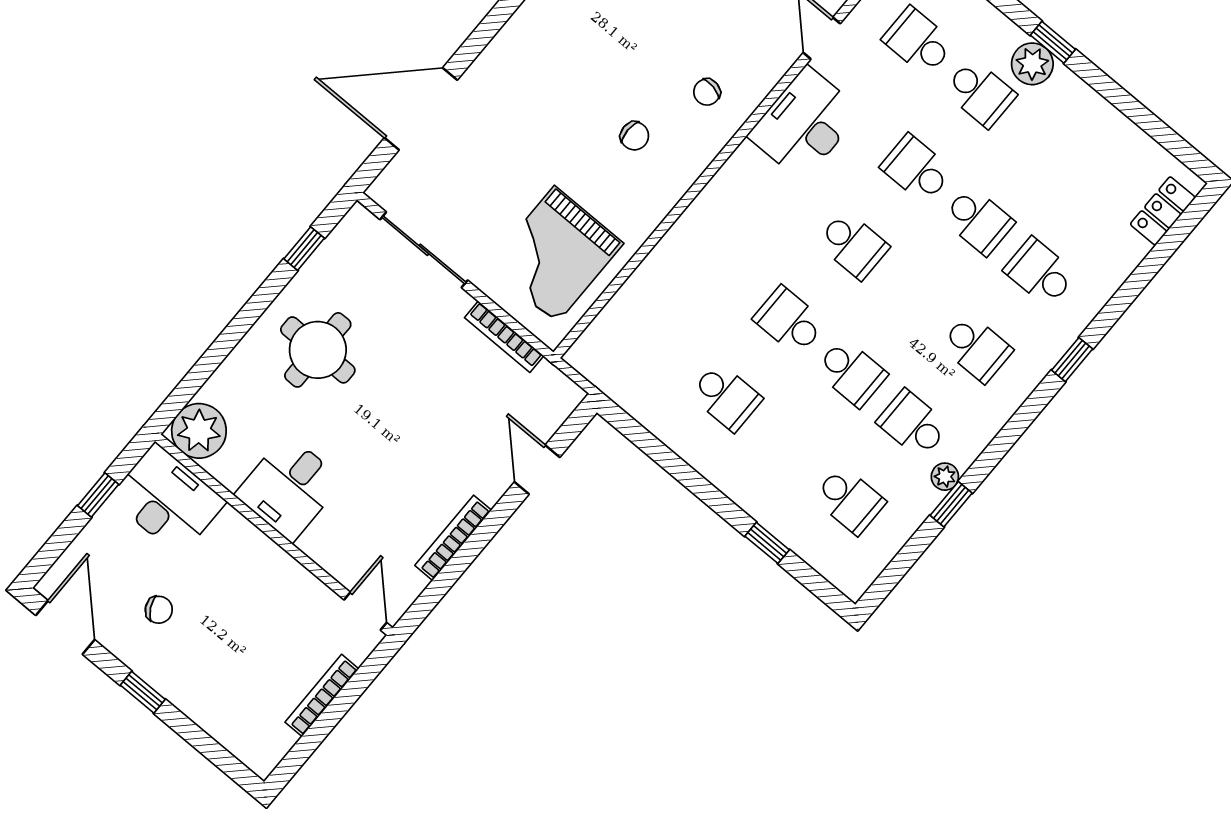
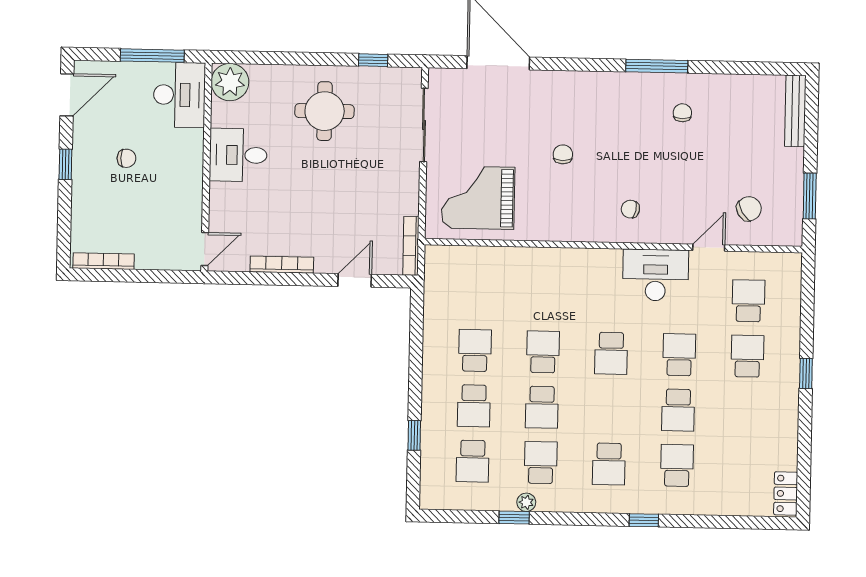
plant: (1032, 64) -> (786, 372), removed
school desk: (980, 93) -> (747, 356), turned 180
chair: (635, 136) -> (563, 154), moved, turned 180
locker: (1163, 211) -> (786, 493), moved, turned -90
bookcase: (504, 337) -> (411, 246), moved
school desk: (726, 397) -> (475, 350), turned 180
school desk: (788, 448) -> (474, 406), added
window: (98, 495) -> (152, 56), width x2.17
chair: (159, 610) -> (126, 158), moved, turned -62
bookcase: (322, 695) -> (104, 261), moved

